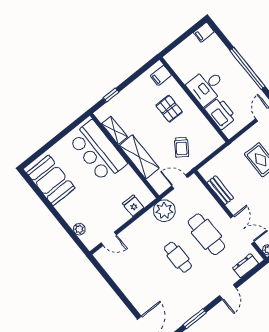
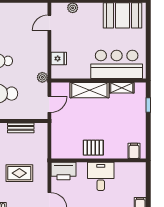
pallet: (169, 109) -> (93, 148), moved
printer: (220, 113) -> (64, 171), moved
trolley: (182, 147) -> (72, 125), removed
plant: (164, 211) -> (42, 77), width x0.53, depth x0.53

